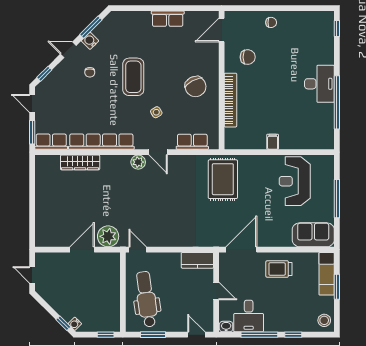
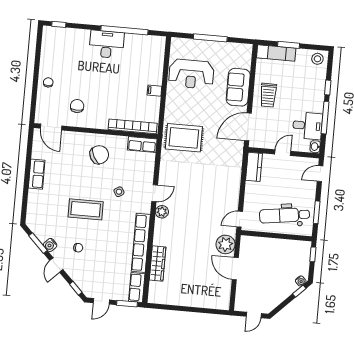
bookcase: (230, 100) -> (133, 126), moved
row of seats: (192, 142) -> (142, 145), moved, turned -90
sofa: (313, 235) -> (238, 87), moved
door: (241, 250) -> (248, 127), hinge flipped

